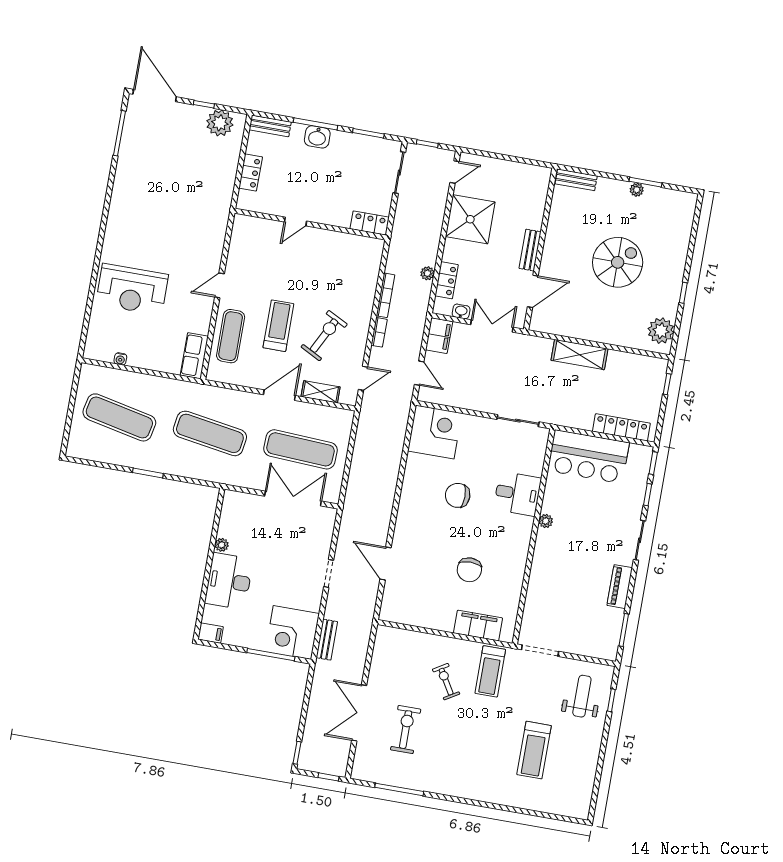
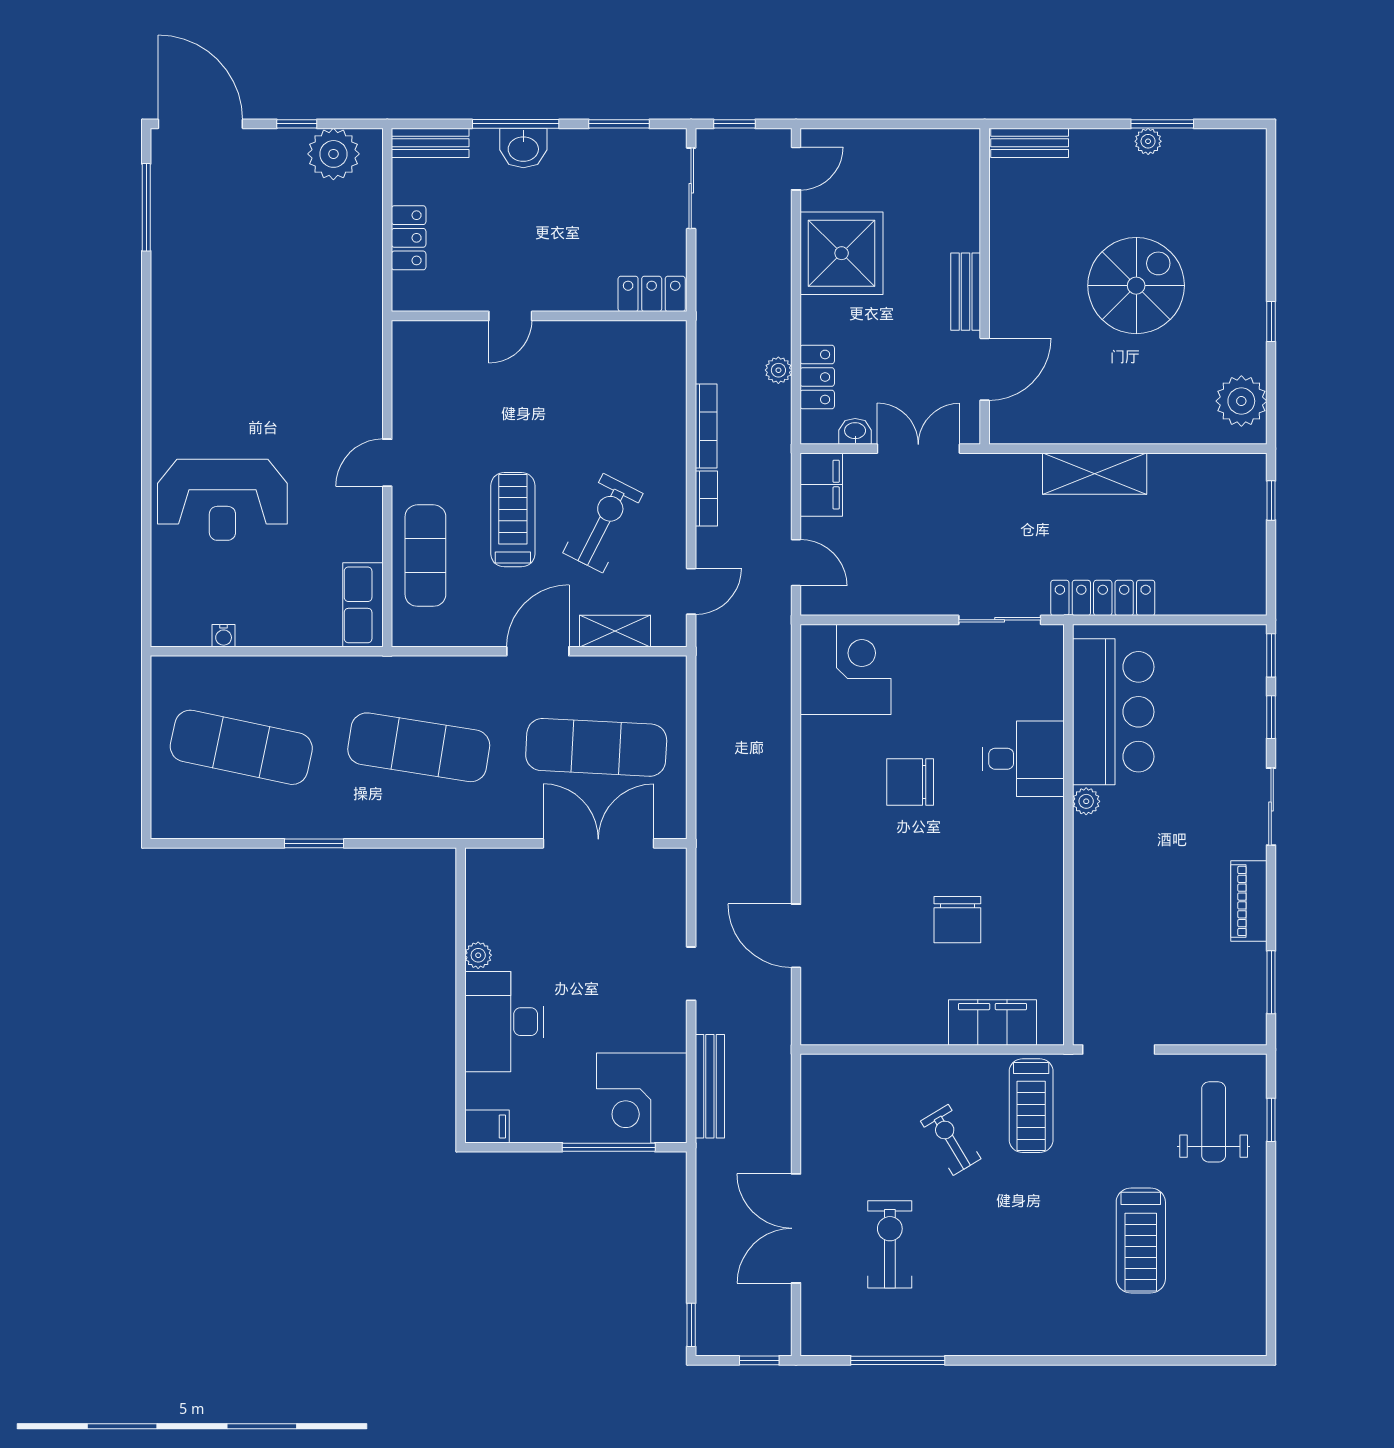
locker: (621, 427) -> (1103, 598), moved
bar counter: (588, 457) -> (1113, 712), moved, turned -90
bench: (327, 640) -> (710, 1086), width x1.36

